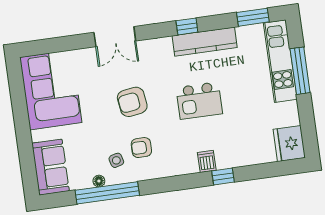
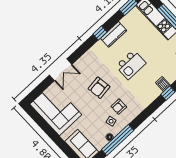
double door: (115, 37) -> (61, 70), moved
kitchen counter: (205, 42) -> (114, 34), width x0.67
dishwasher: (207, 161) -> (163, 84), moved

